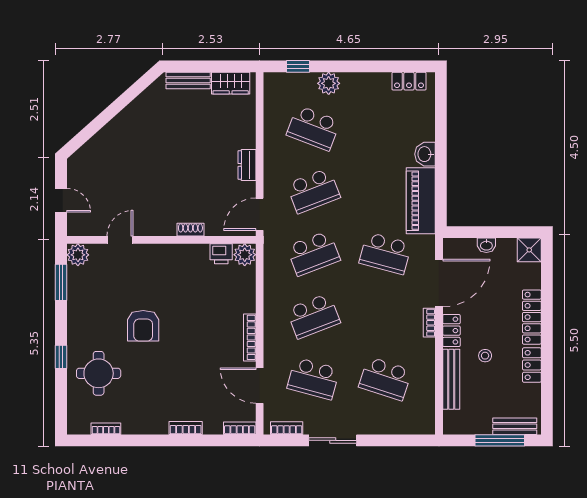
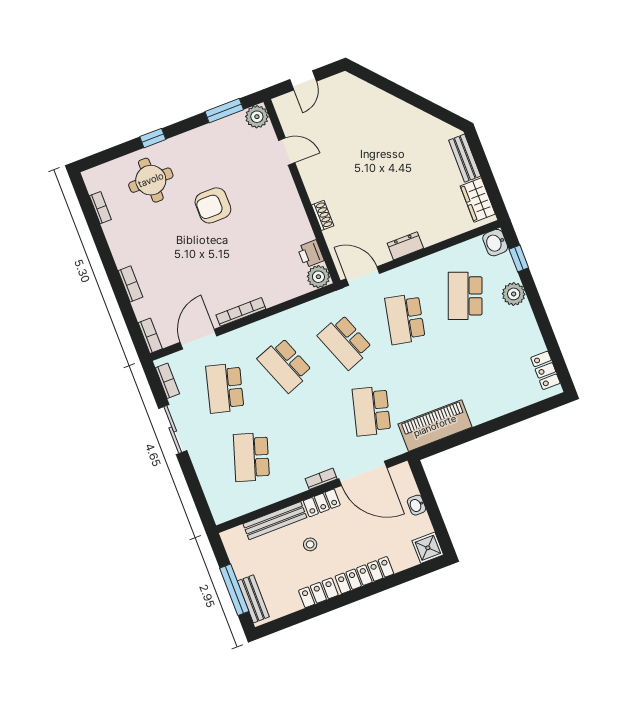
washbasin: (425, 154) -> (495, 243), moved, turned -90
school desk: (313, 191) -> (405, 319), turned 33

